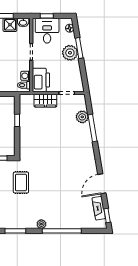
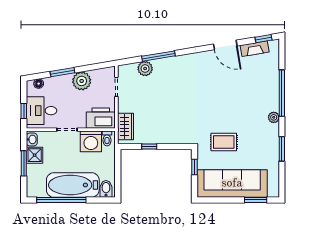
plant: (70, 53) -> (82, 81), moved
washing machine: (26, 76) -> (91, 141), width x1.89, depth x1.89
wardrobe: (45, 101) -> (125, 127), moved

